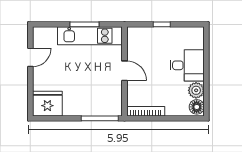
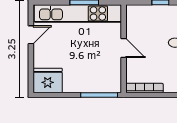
kitchen unit: (90, 36) -> (78, 14), width x1.36

